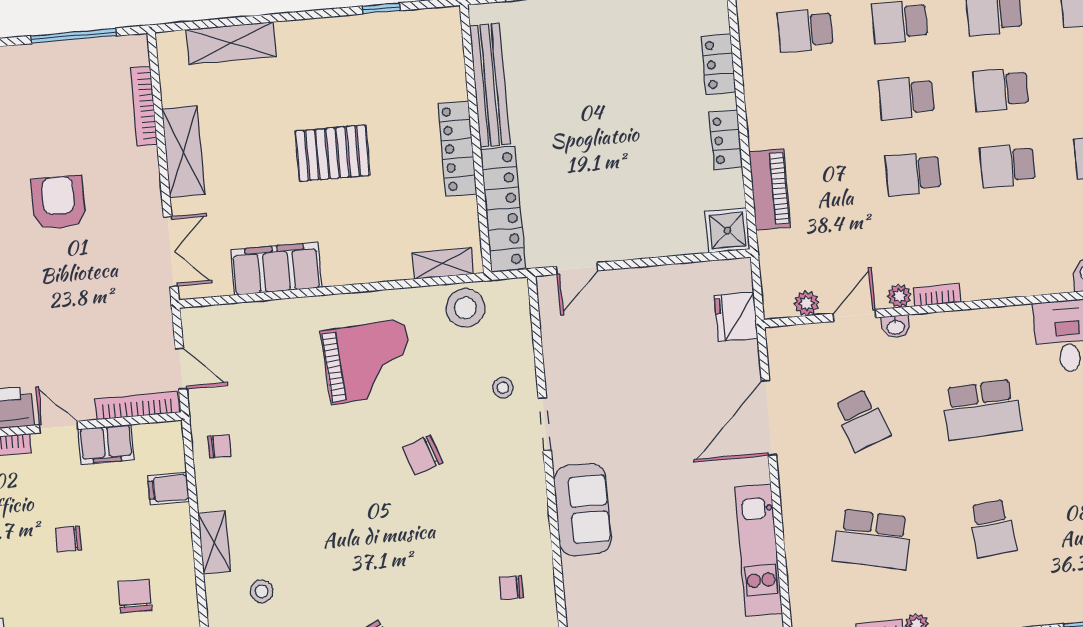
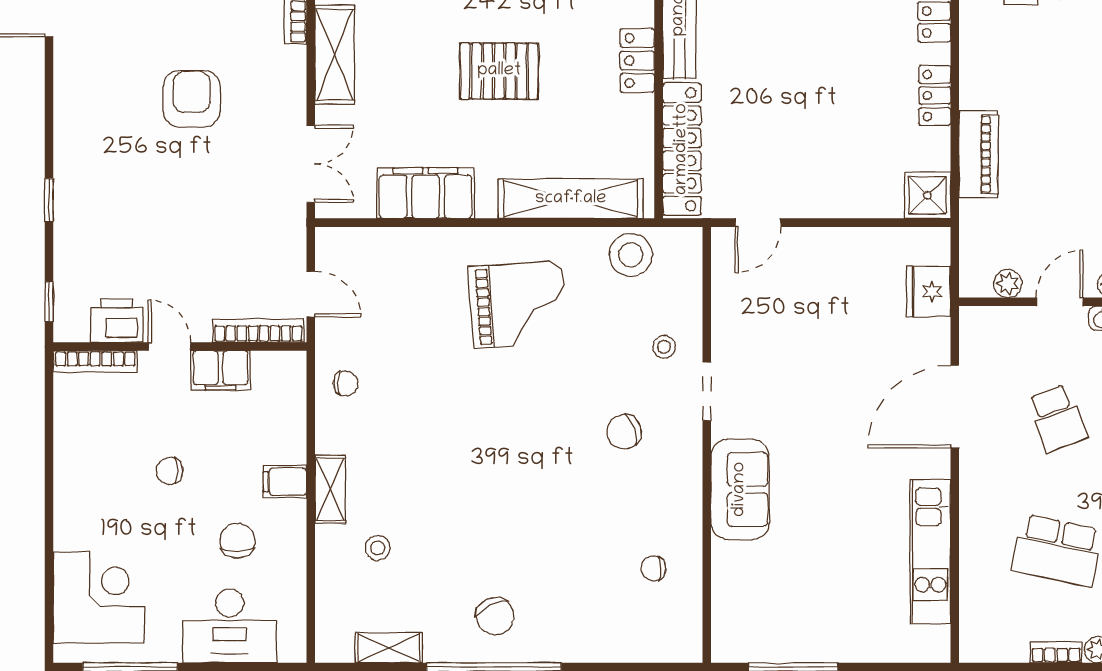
locker: (457, 149) -> (637, 61), width x0.66
shelving: (443, 263) -> (571, 199), width x2.20, depth x1.33
chair: (423, 455) -> (624, 432), moved
filing cabinet: (168, 489) -> (285, 482), moved

